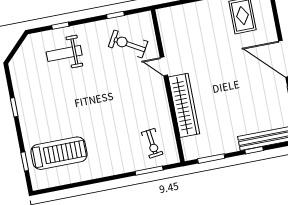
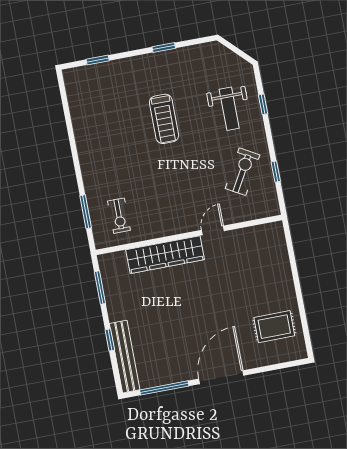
exercise bike: (128, 44) -> (242, 172), moved
weight bench: (64, 53) -> (229, 109), turned 180
exercise bike: (152, 143) -> (119, 216), turned -83
treadmill: (59, 153) -> (164, 119), moved, width x0.73, depth x0.73

